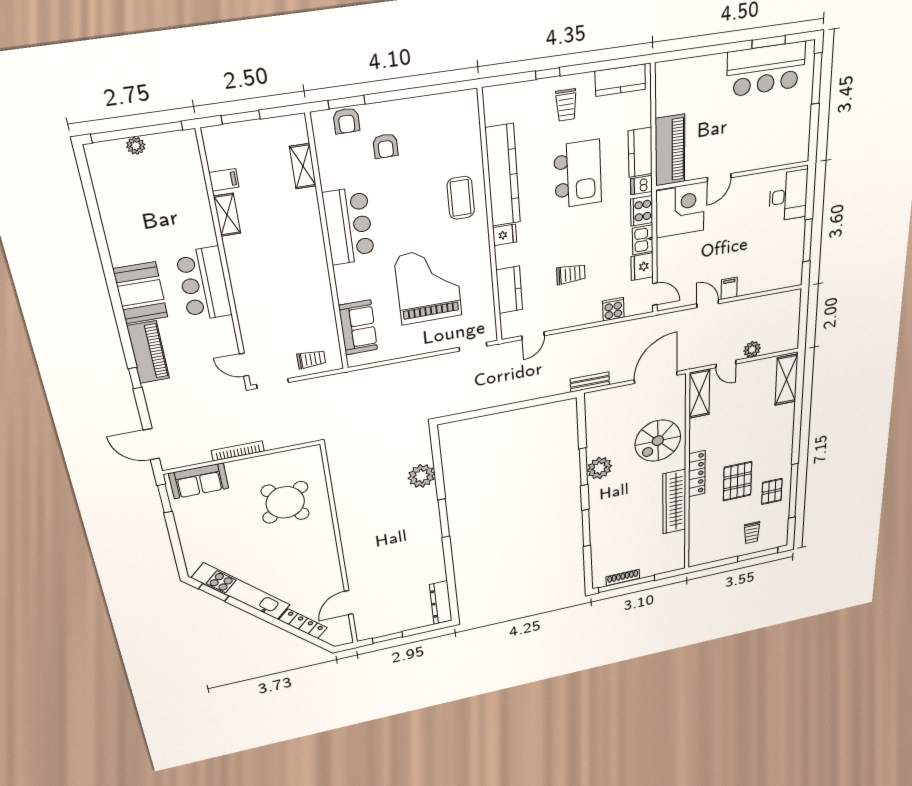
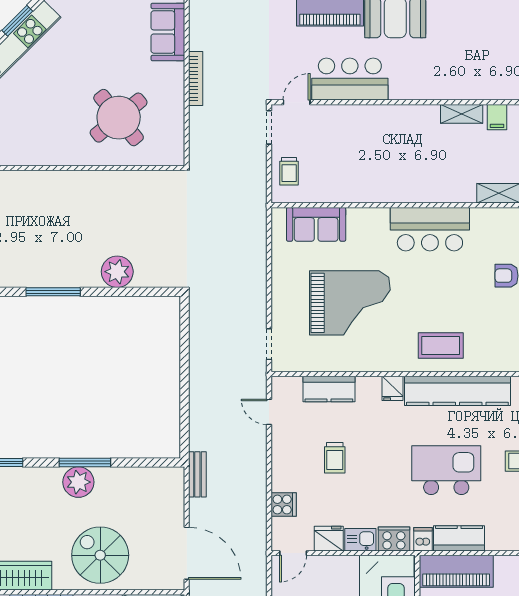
kitchen island: (578, 174) -> (446, 470), turned 180
bar counter: (204, 284) -> (350, 79), moved

